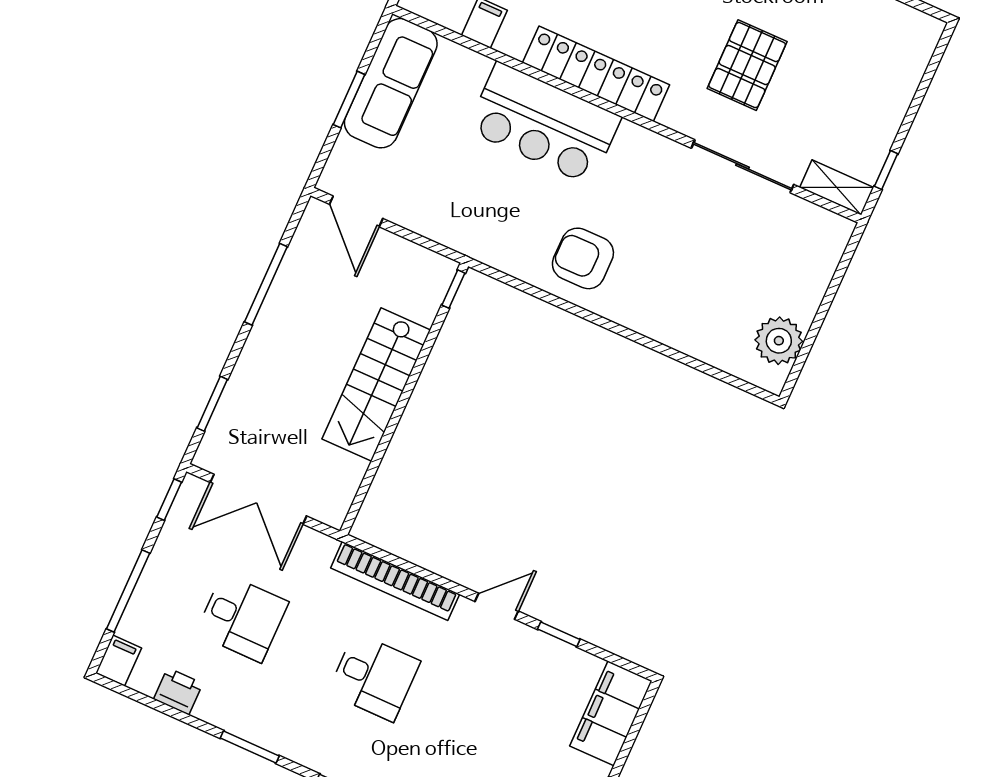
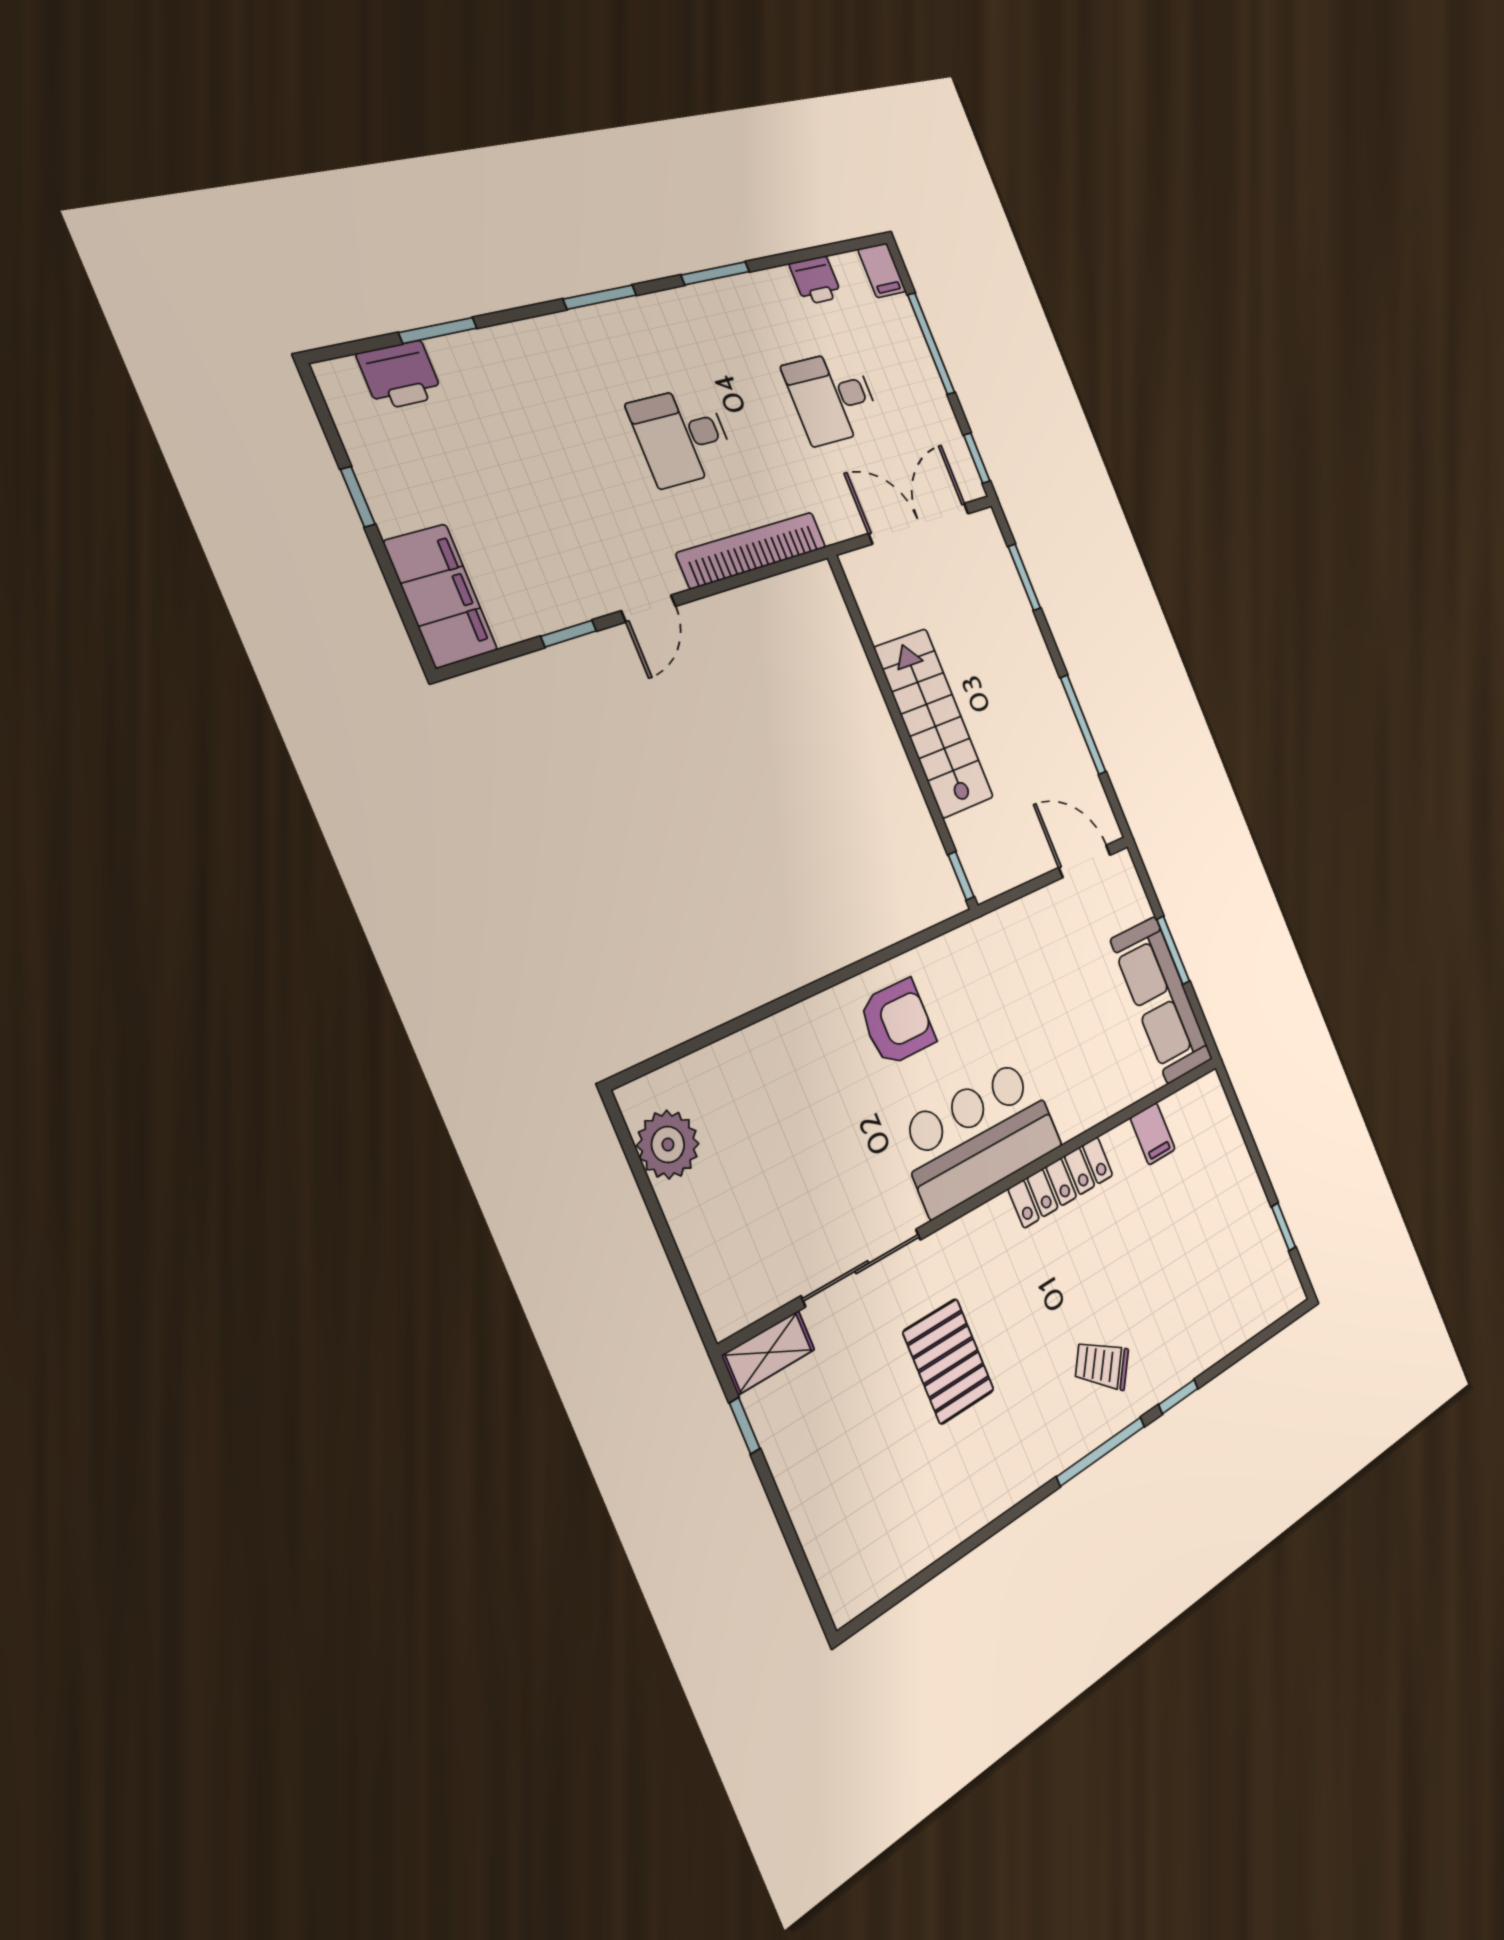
locker: (596, 74) -> (1061, 1182), width x0.71, depth x0.83
bar counter: (544, 123) -> (979, 1137), moved

